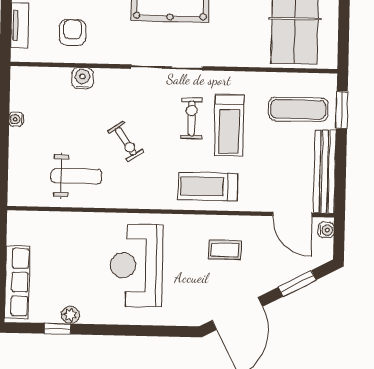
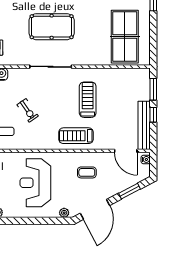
exercise mat: (298, 109) -> (128, 89), removed
exercise bike: (192, 118) -> (66, 96), removed
treadmill: (229, 125) -> (88, 100), turned 180
window: (341, 154) -> (153, 115), added
plant: (185, 318) -> (64, 213), added

